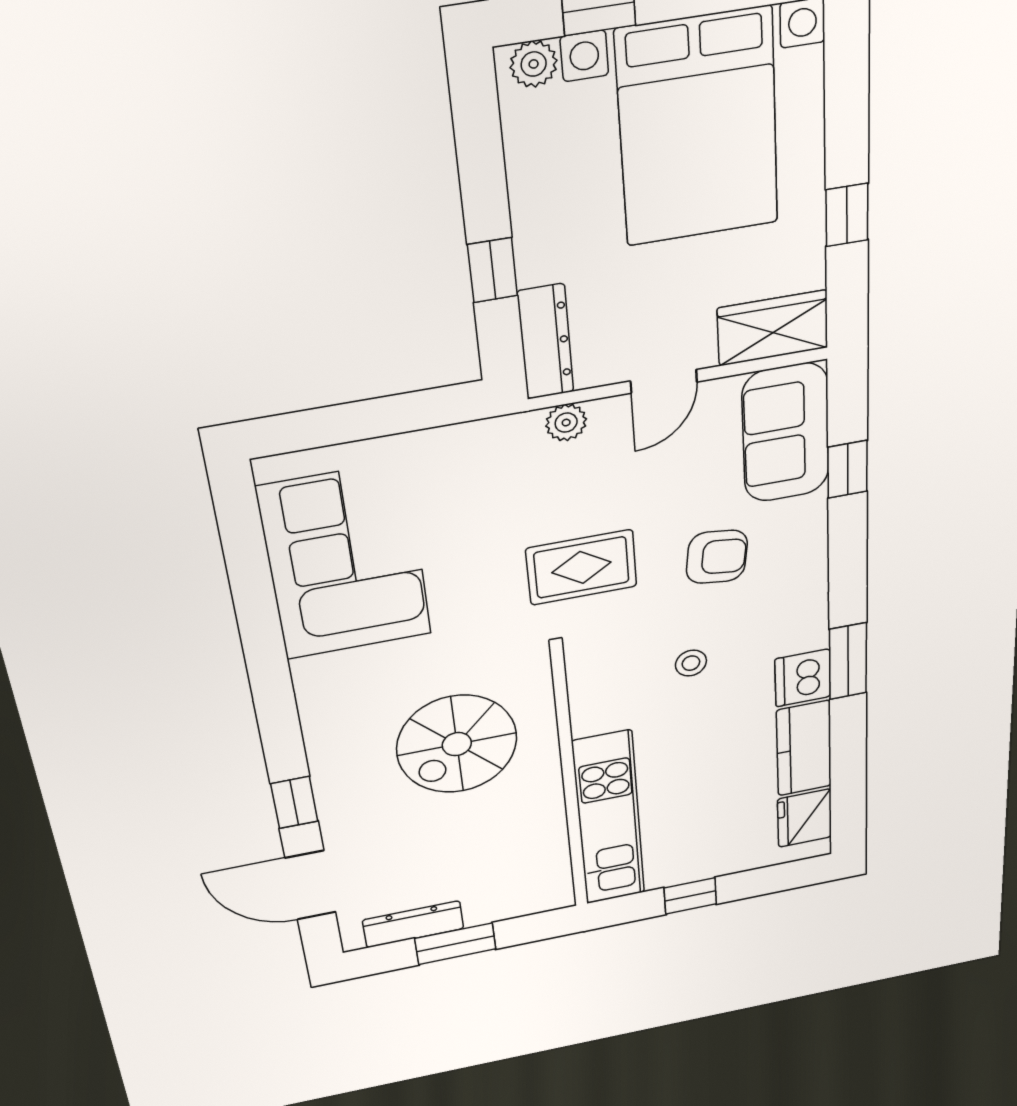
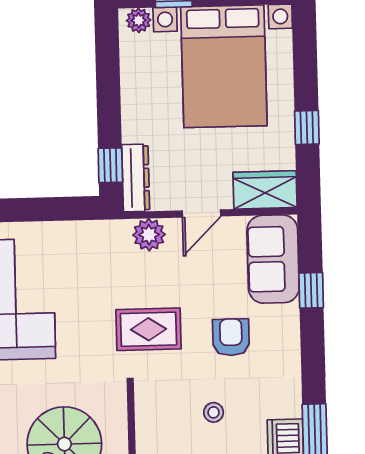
window: (493, 270) -> (110, 165), moved
plant: (566, 423) -> (149, 235), width x1.38, depth x1.38
armchair: (717, 557) -> (231, 337), turned -97

